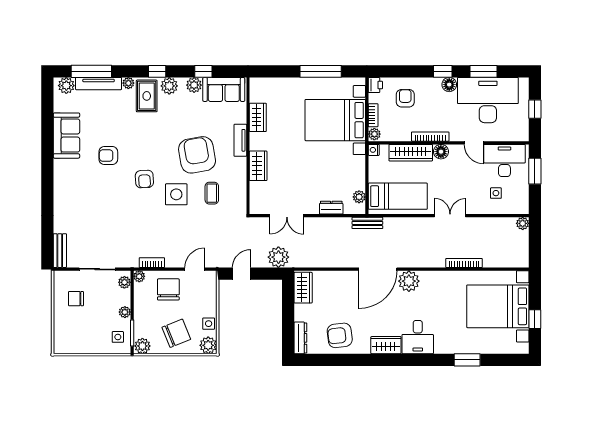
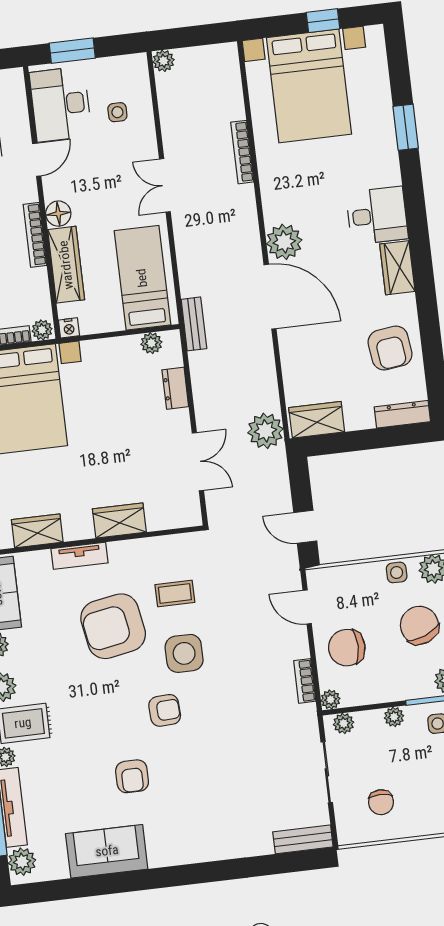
plant: (278, 257) -> (265, 431), moved

